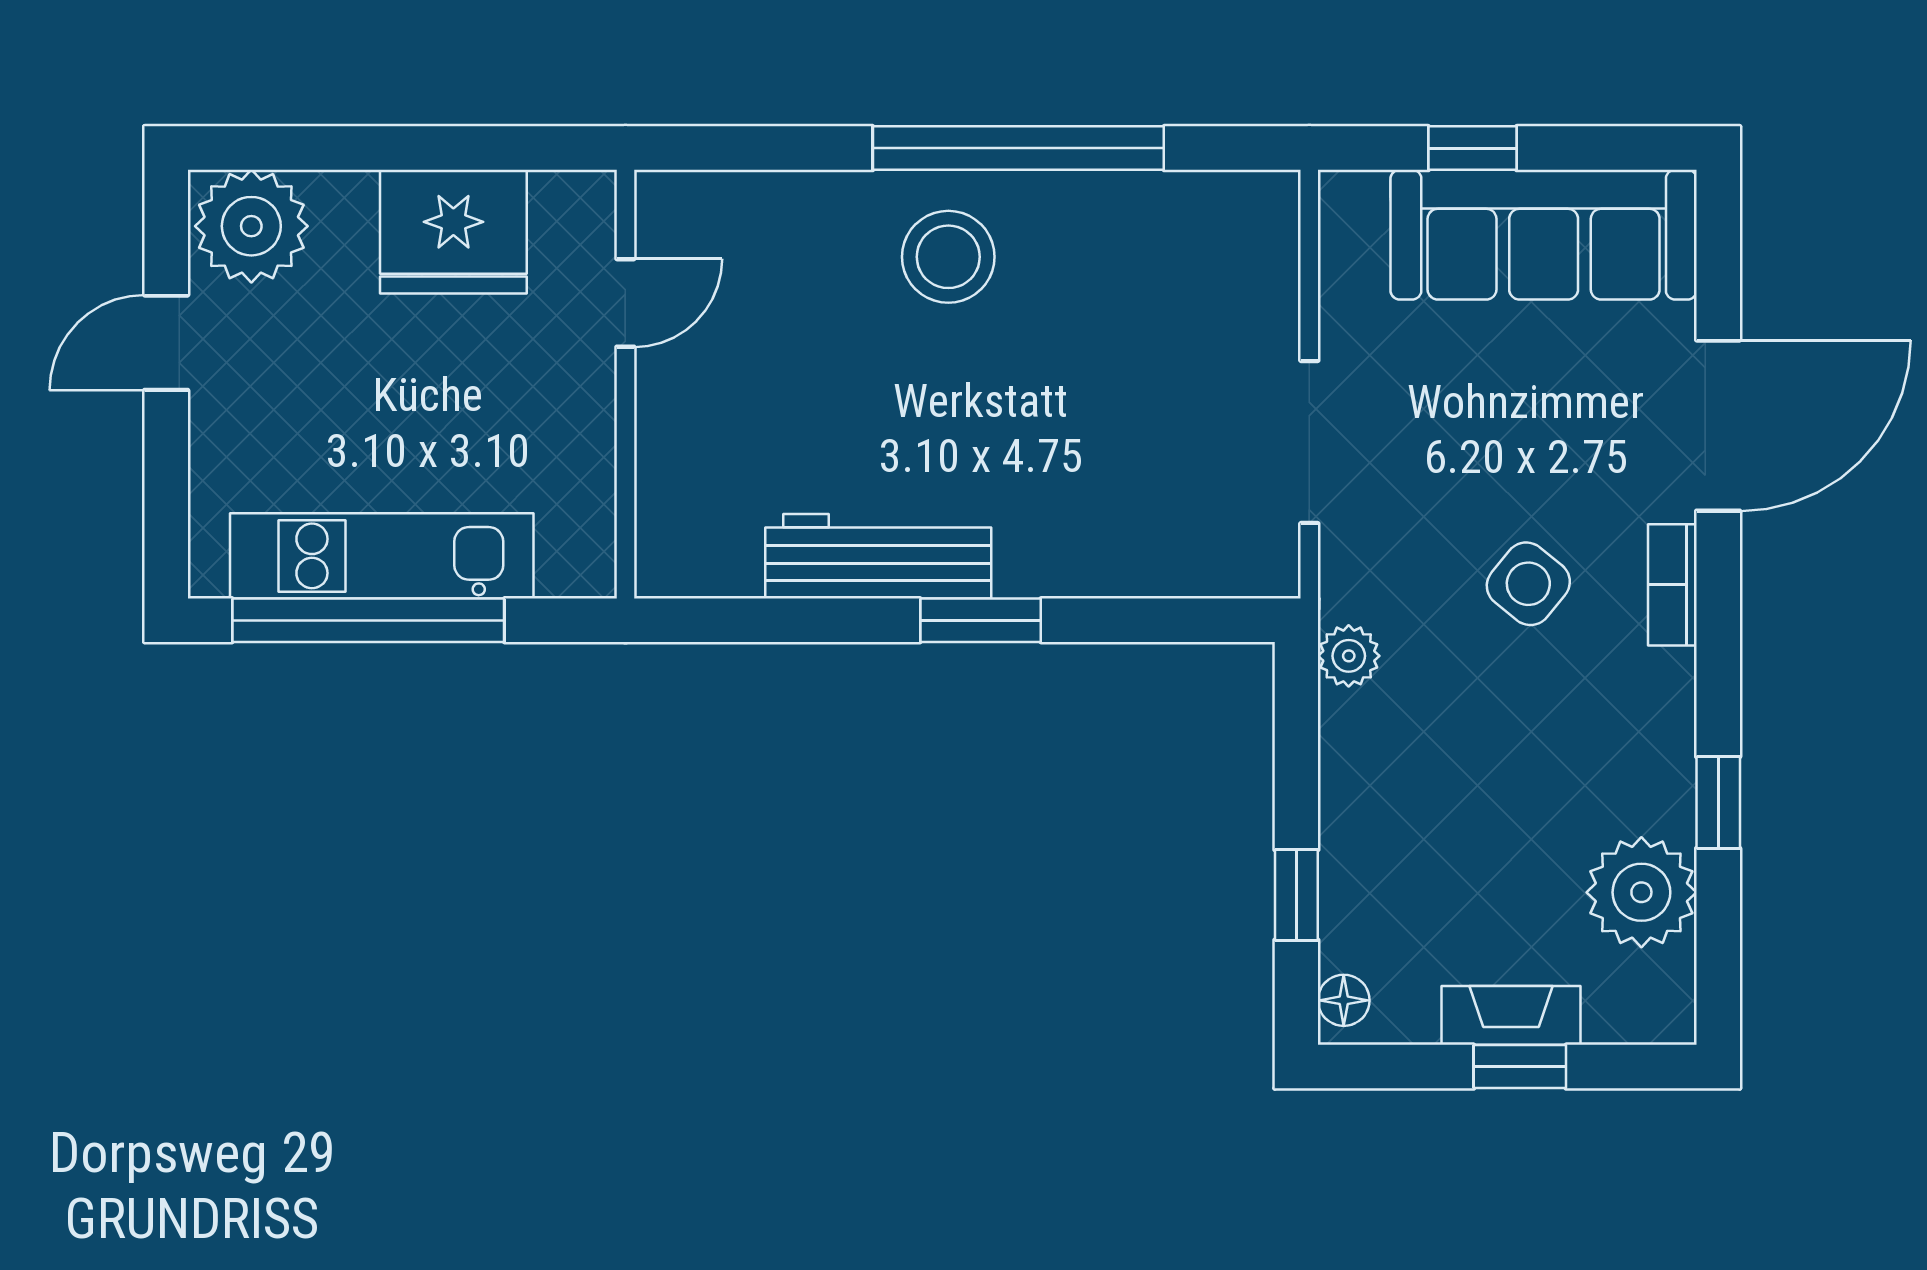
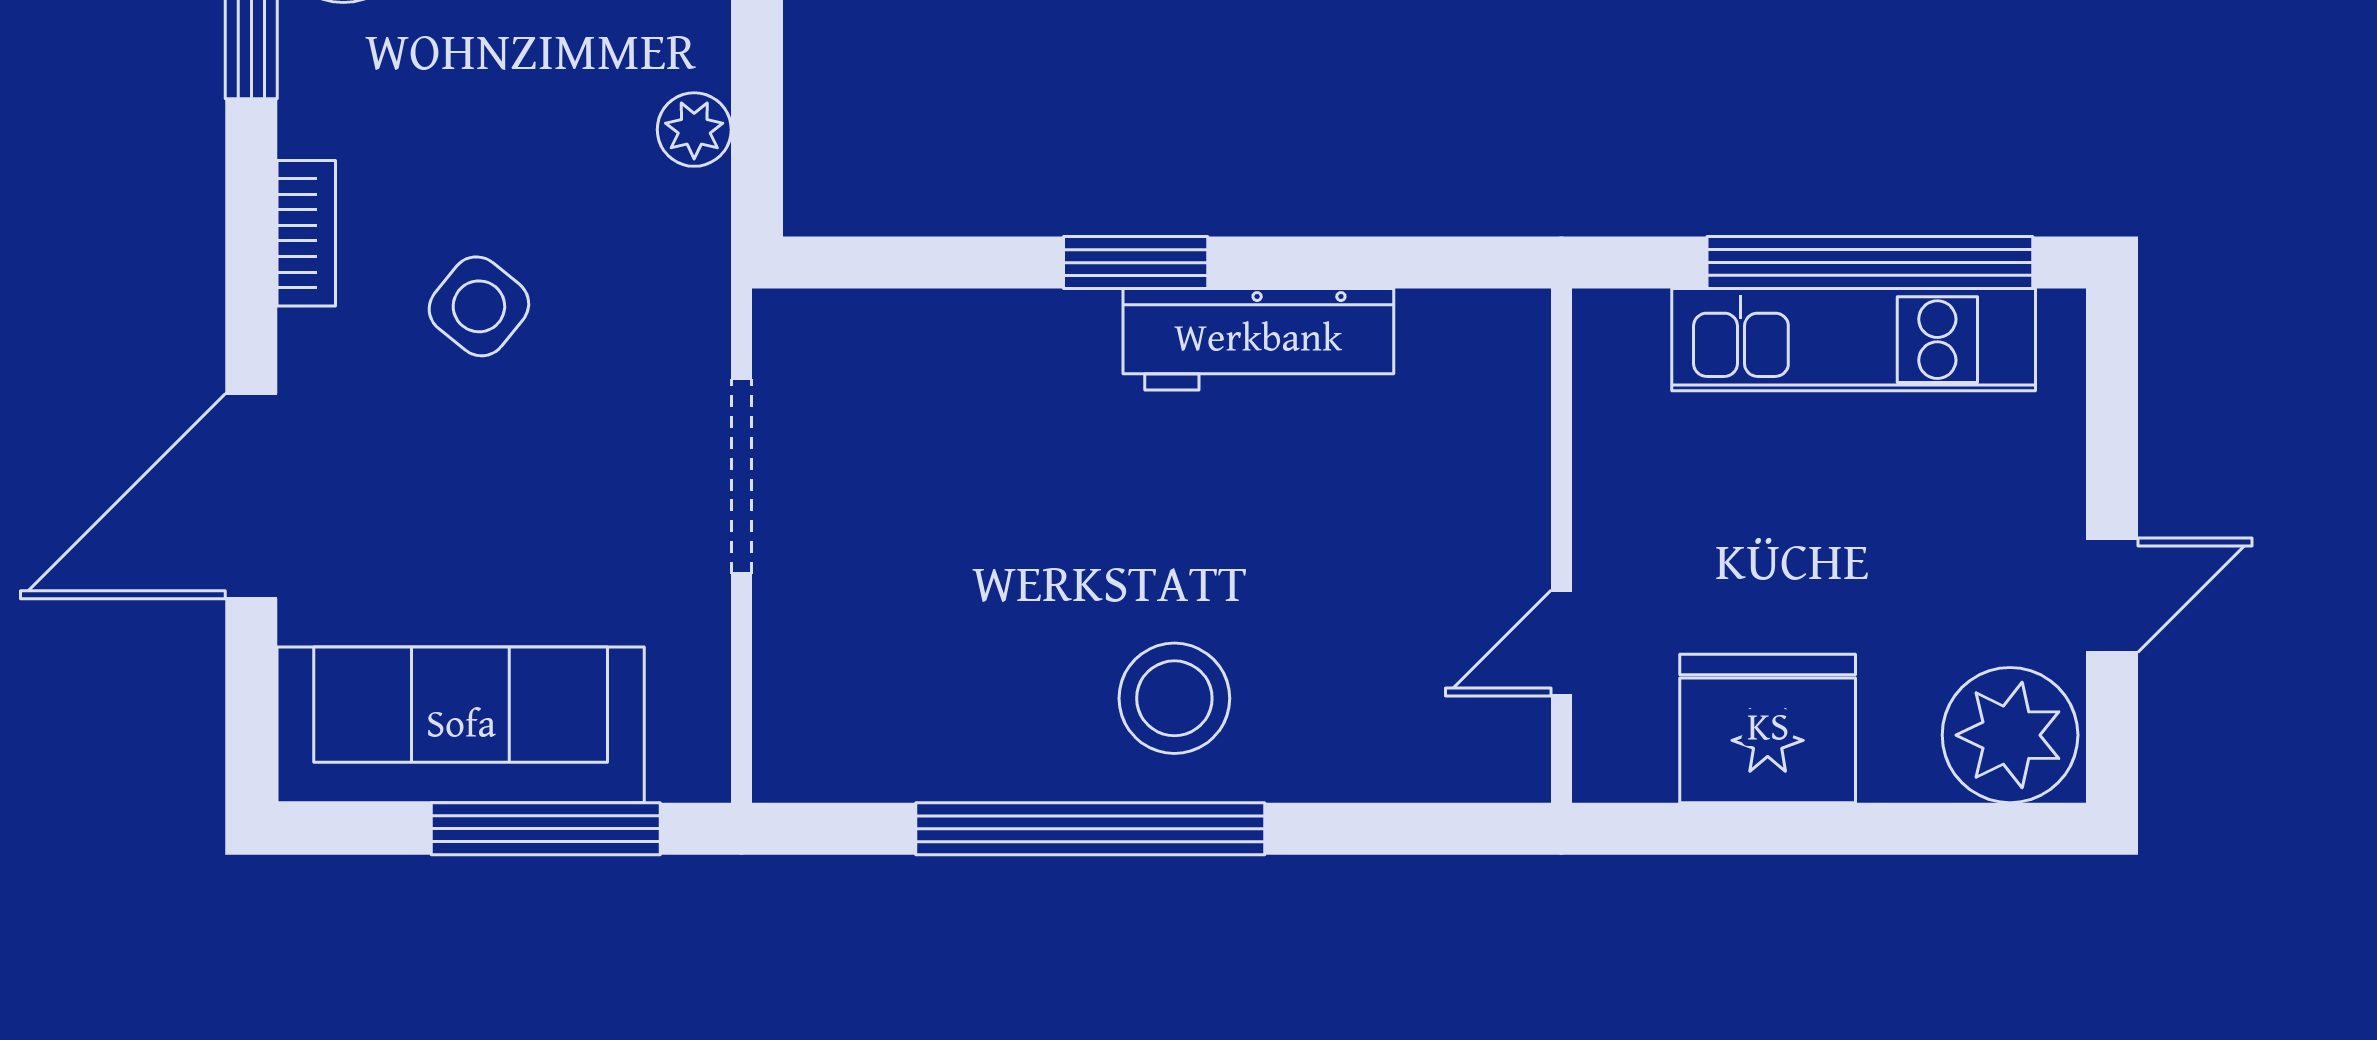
window: (1472, 148) -> (546, 829), width x2.17
bookcase: (1672, 585) -> (306, 233), moved
plant: (1349, 656) -> (694, 130), moved

